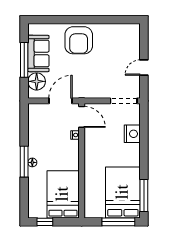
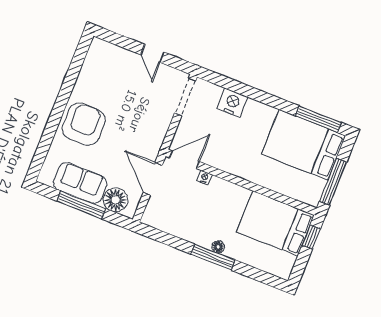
armchair: (79, 40) -> (84, 124), turned -90
window: (45, 222) -> (311, 237), moved
window: (118, 222) -> (333, 182), moved

